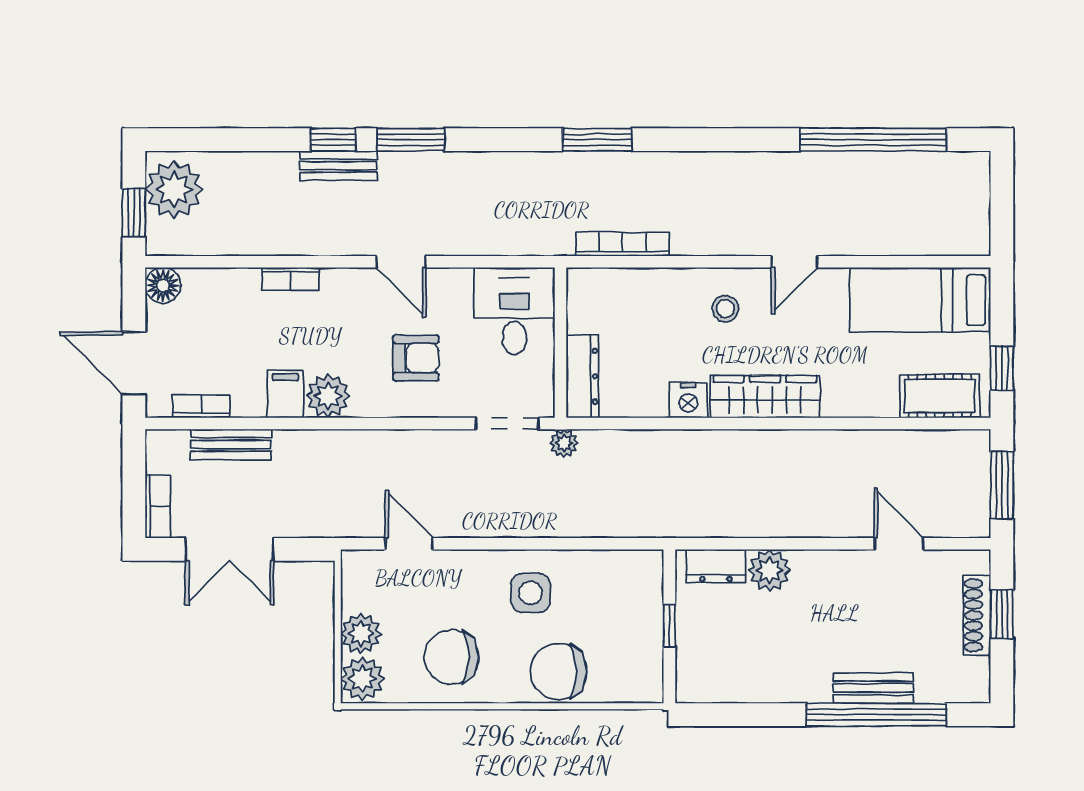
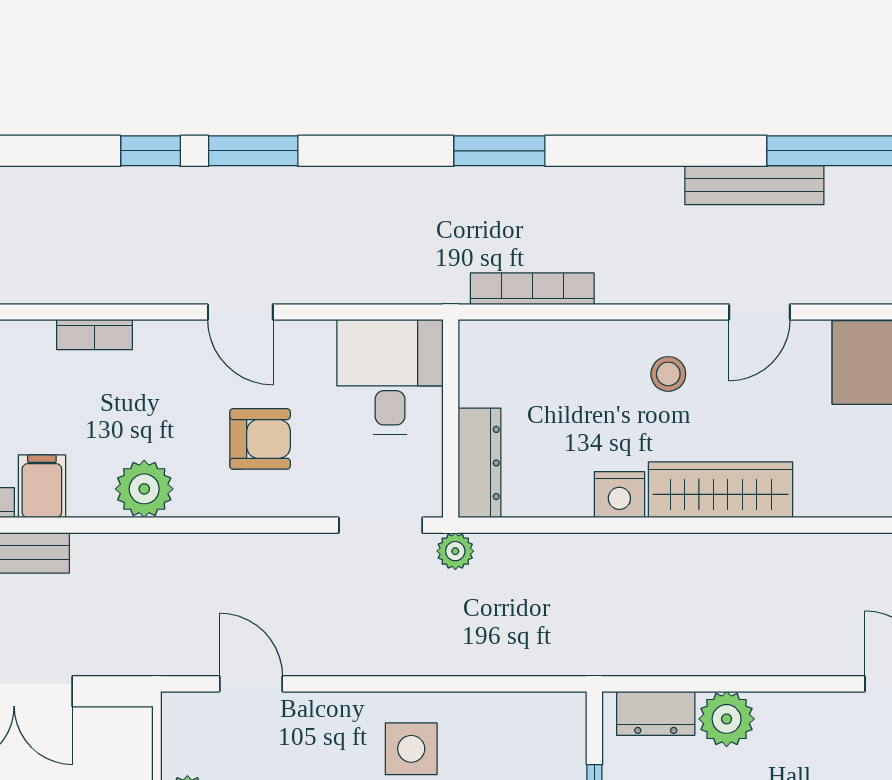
bench: (338, 166) -> (754, 185), moved, width x1.36
filing cabinet: (285, 394) -> (42, 486), moved

